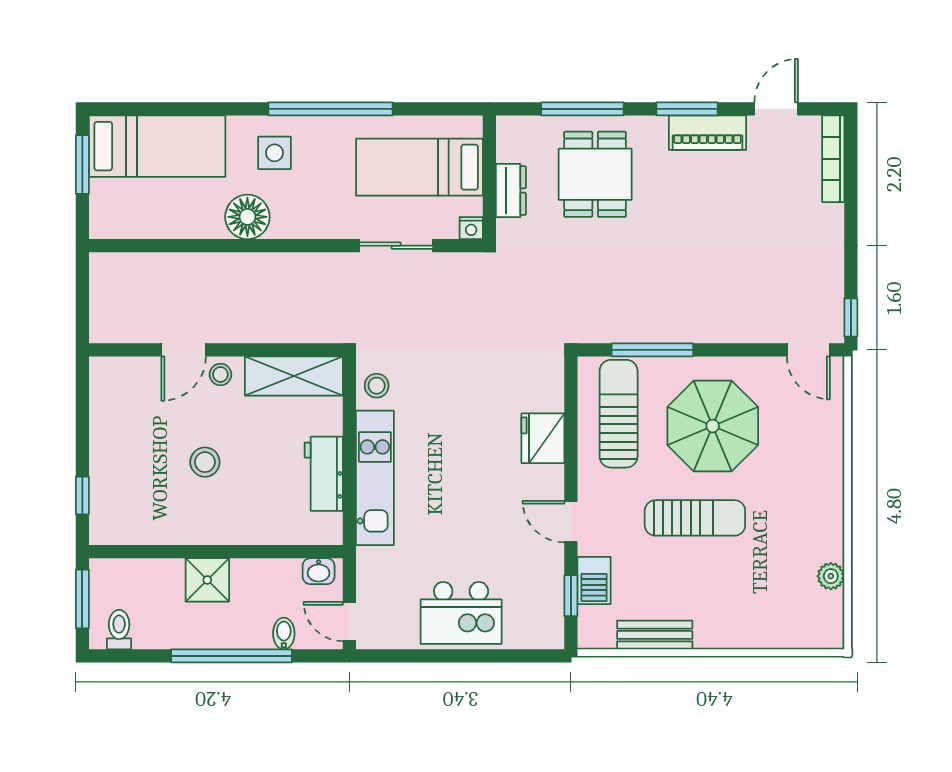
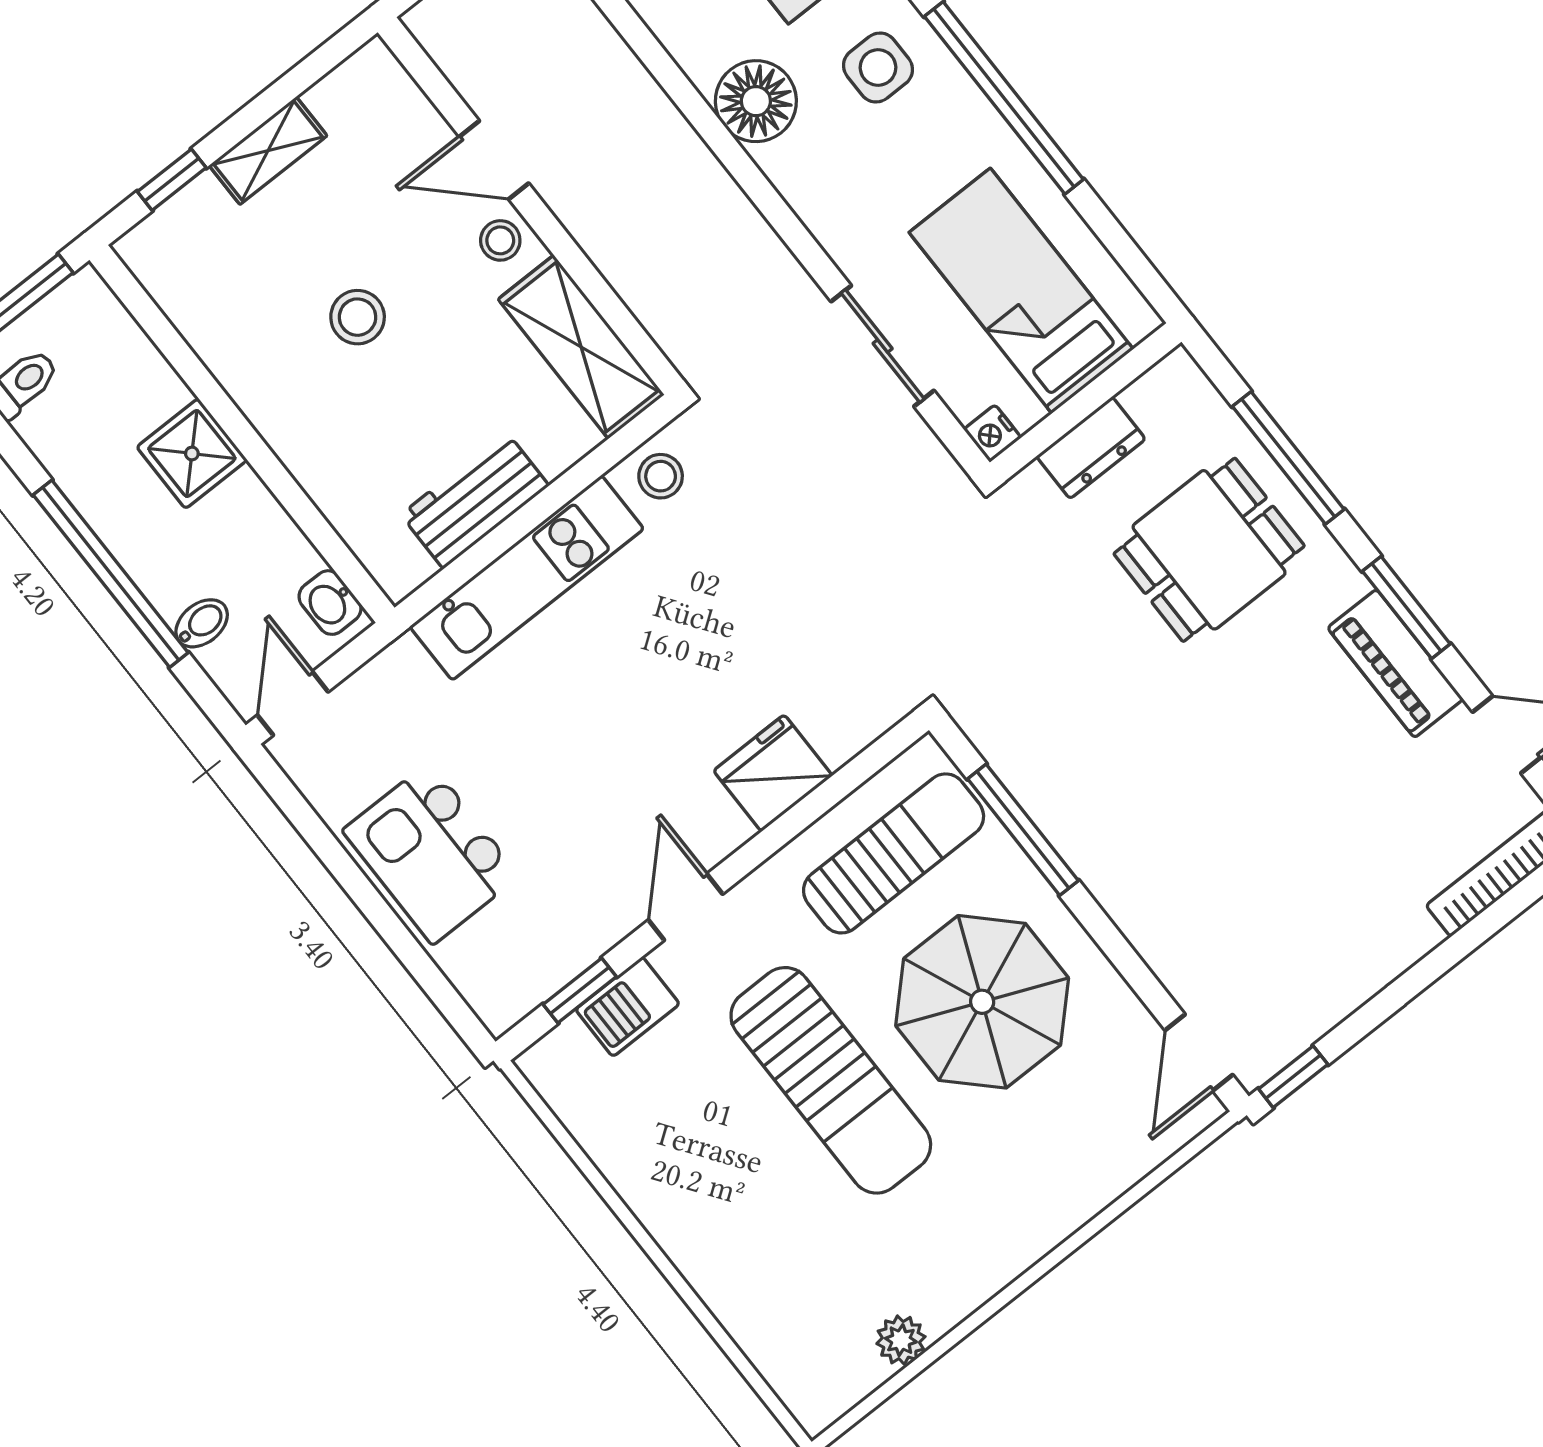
shelving: (103, 444) -> (268, 151), added
sun lounger: (695, 518) -> (831, 1080), width x1.36, depth x1.34
bench: (655, 635) -> (618, 1155), removed

